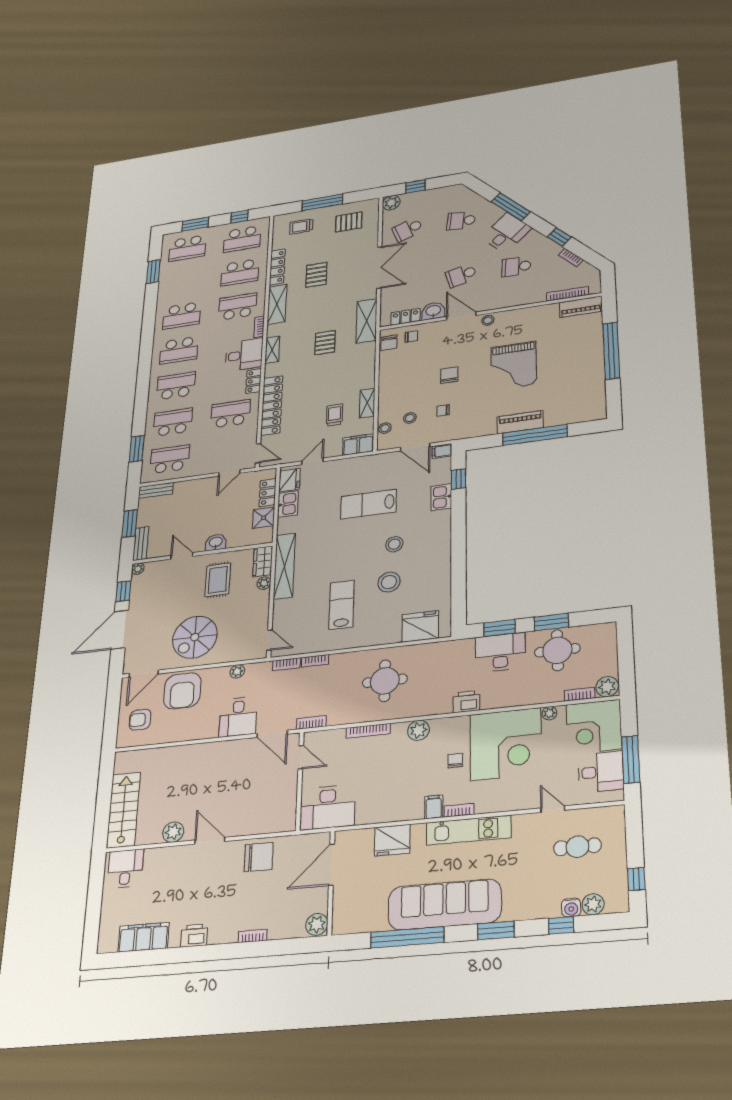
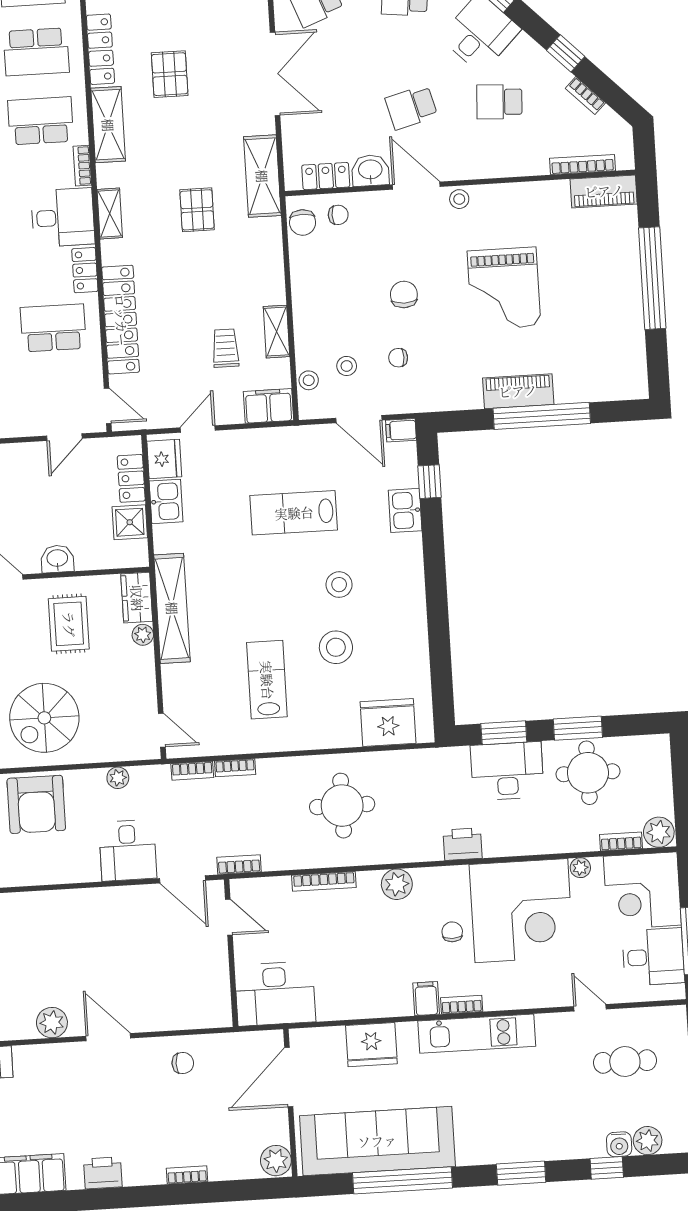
chair: (259, 857) -> (183, 1063), width x0.54, depth x0.54
sofa: (445, 905) -> (377, 1141), moved

